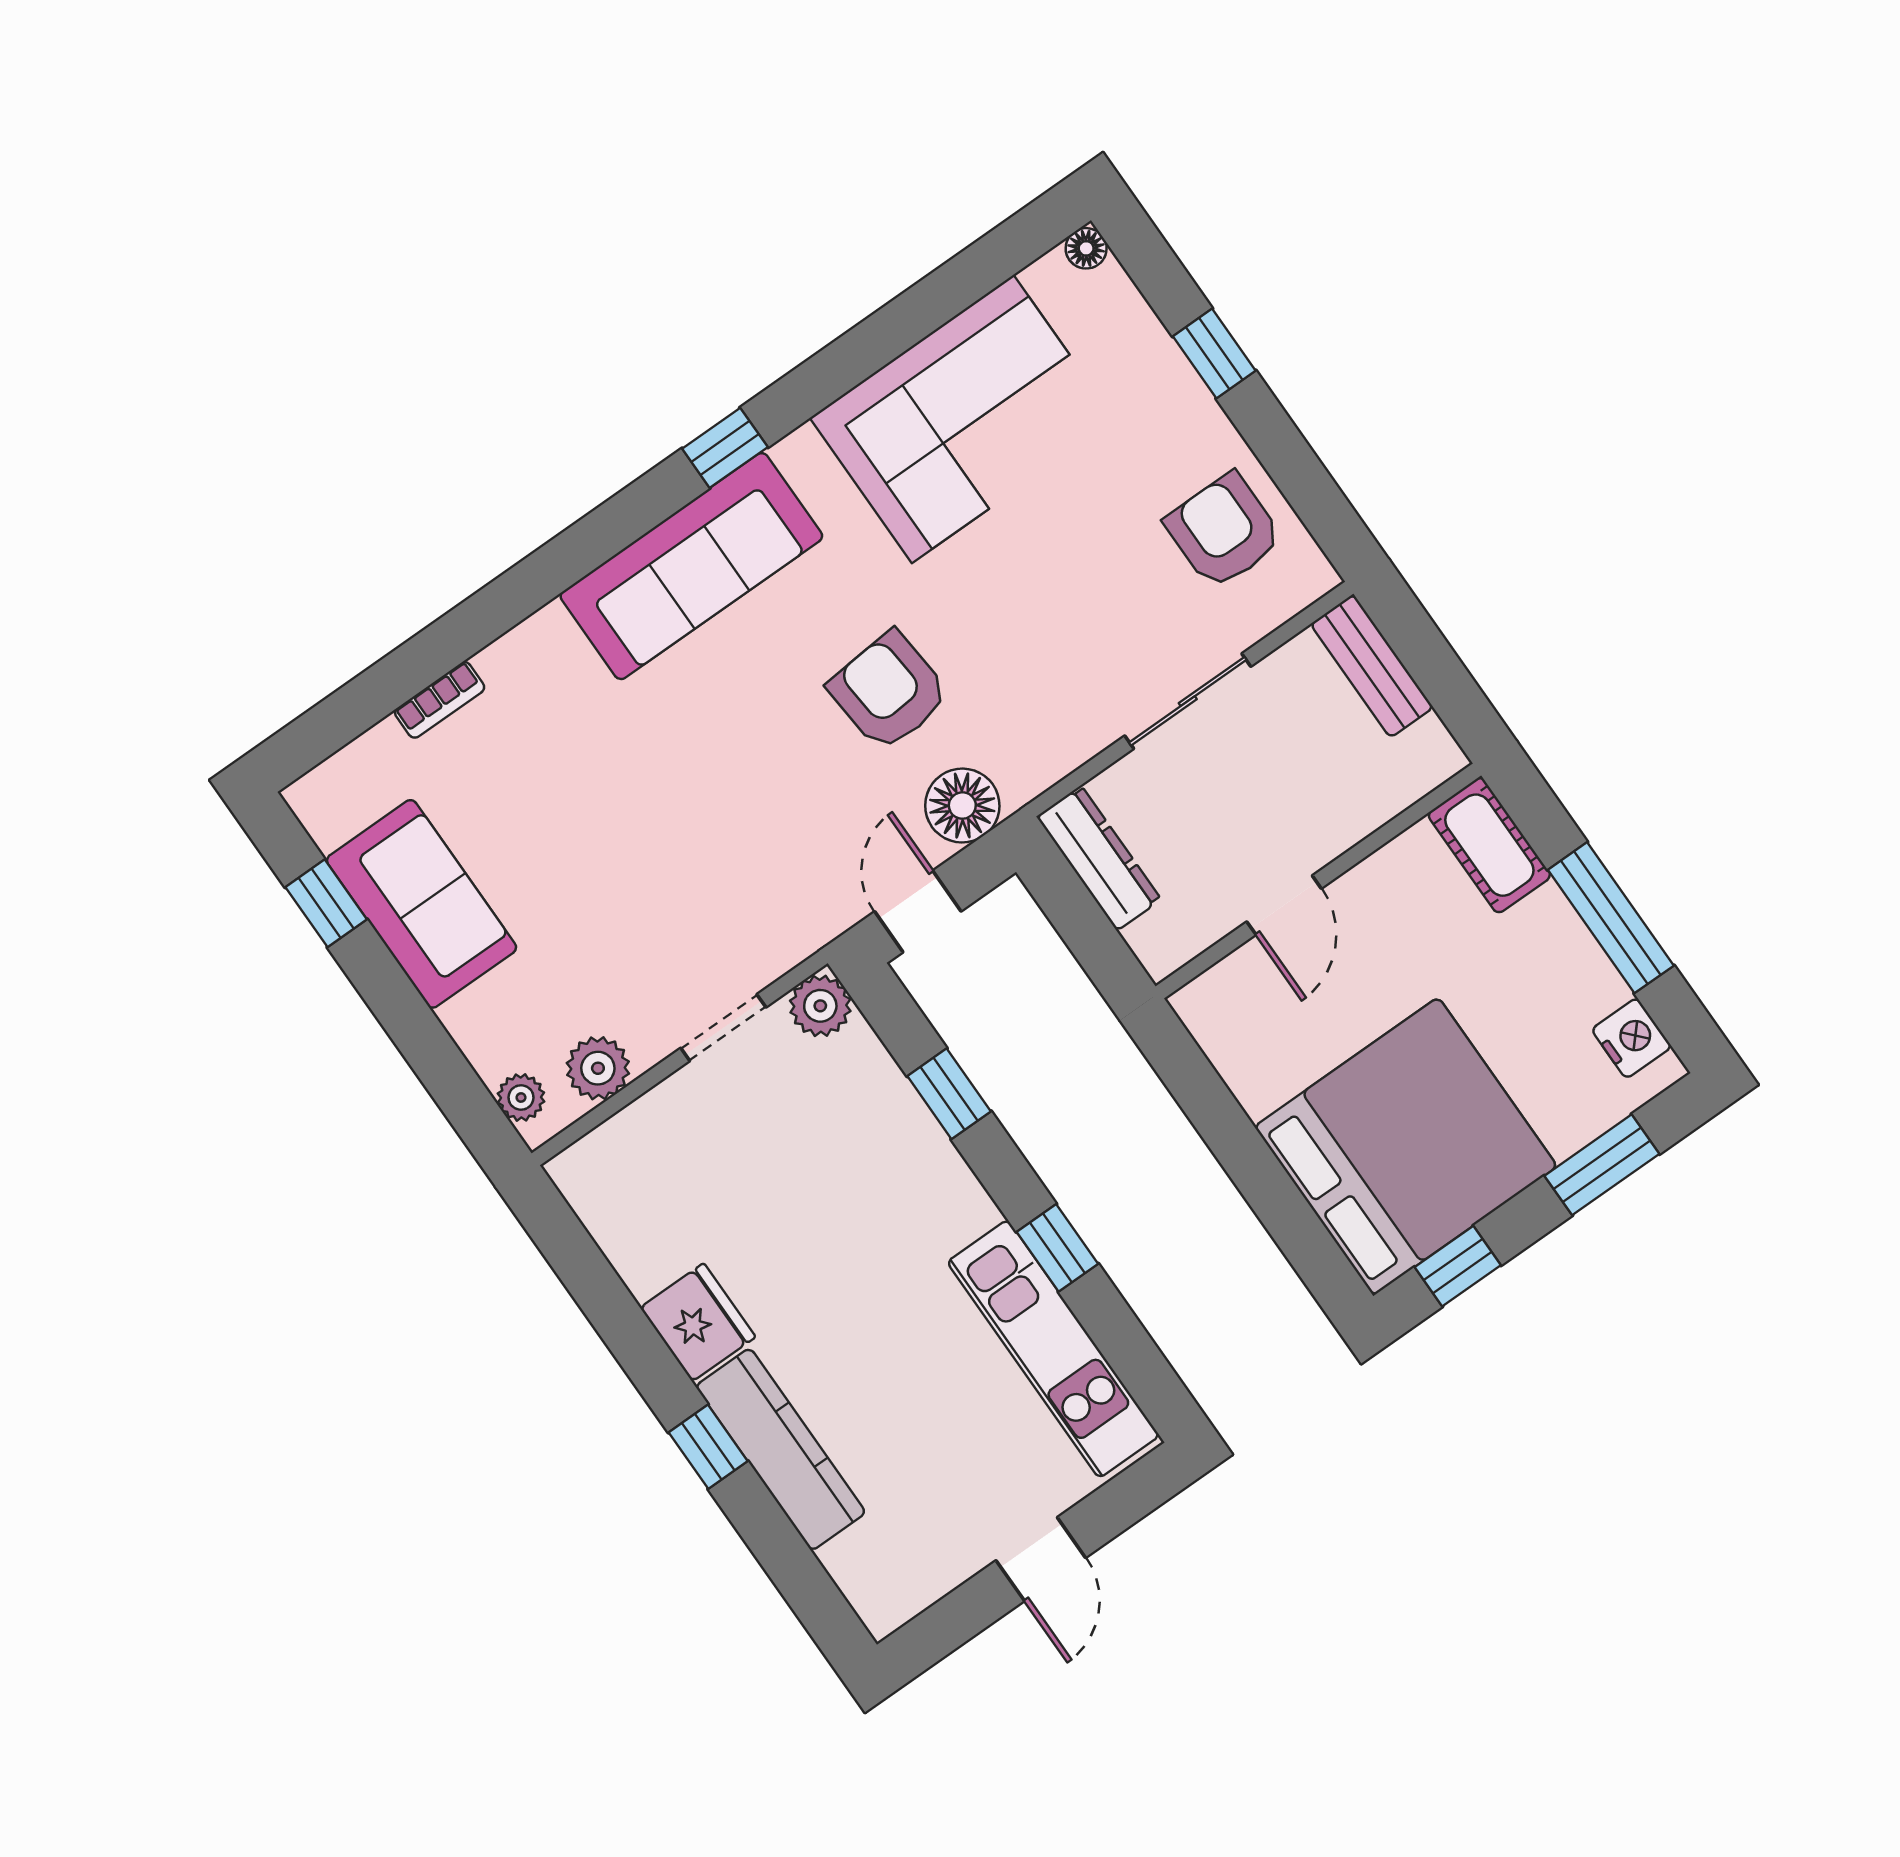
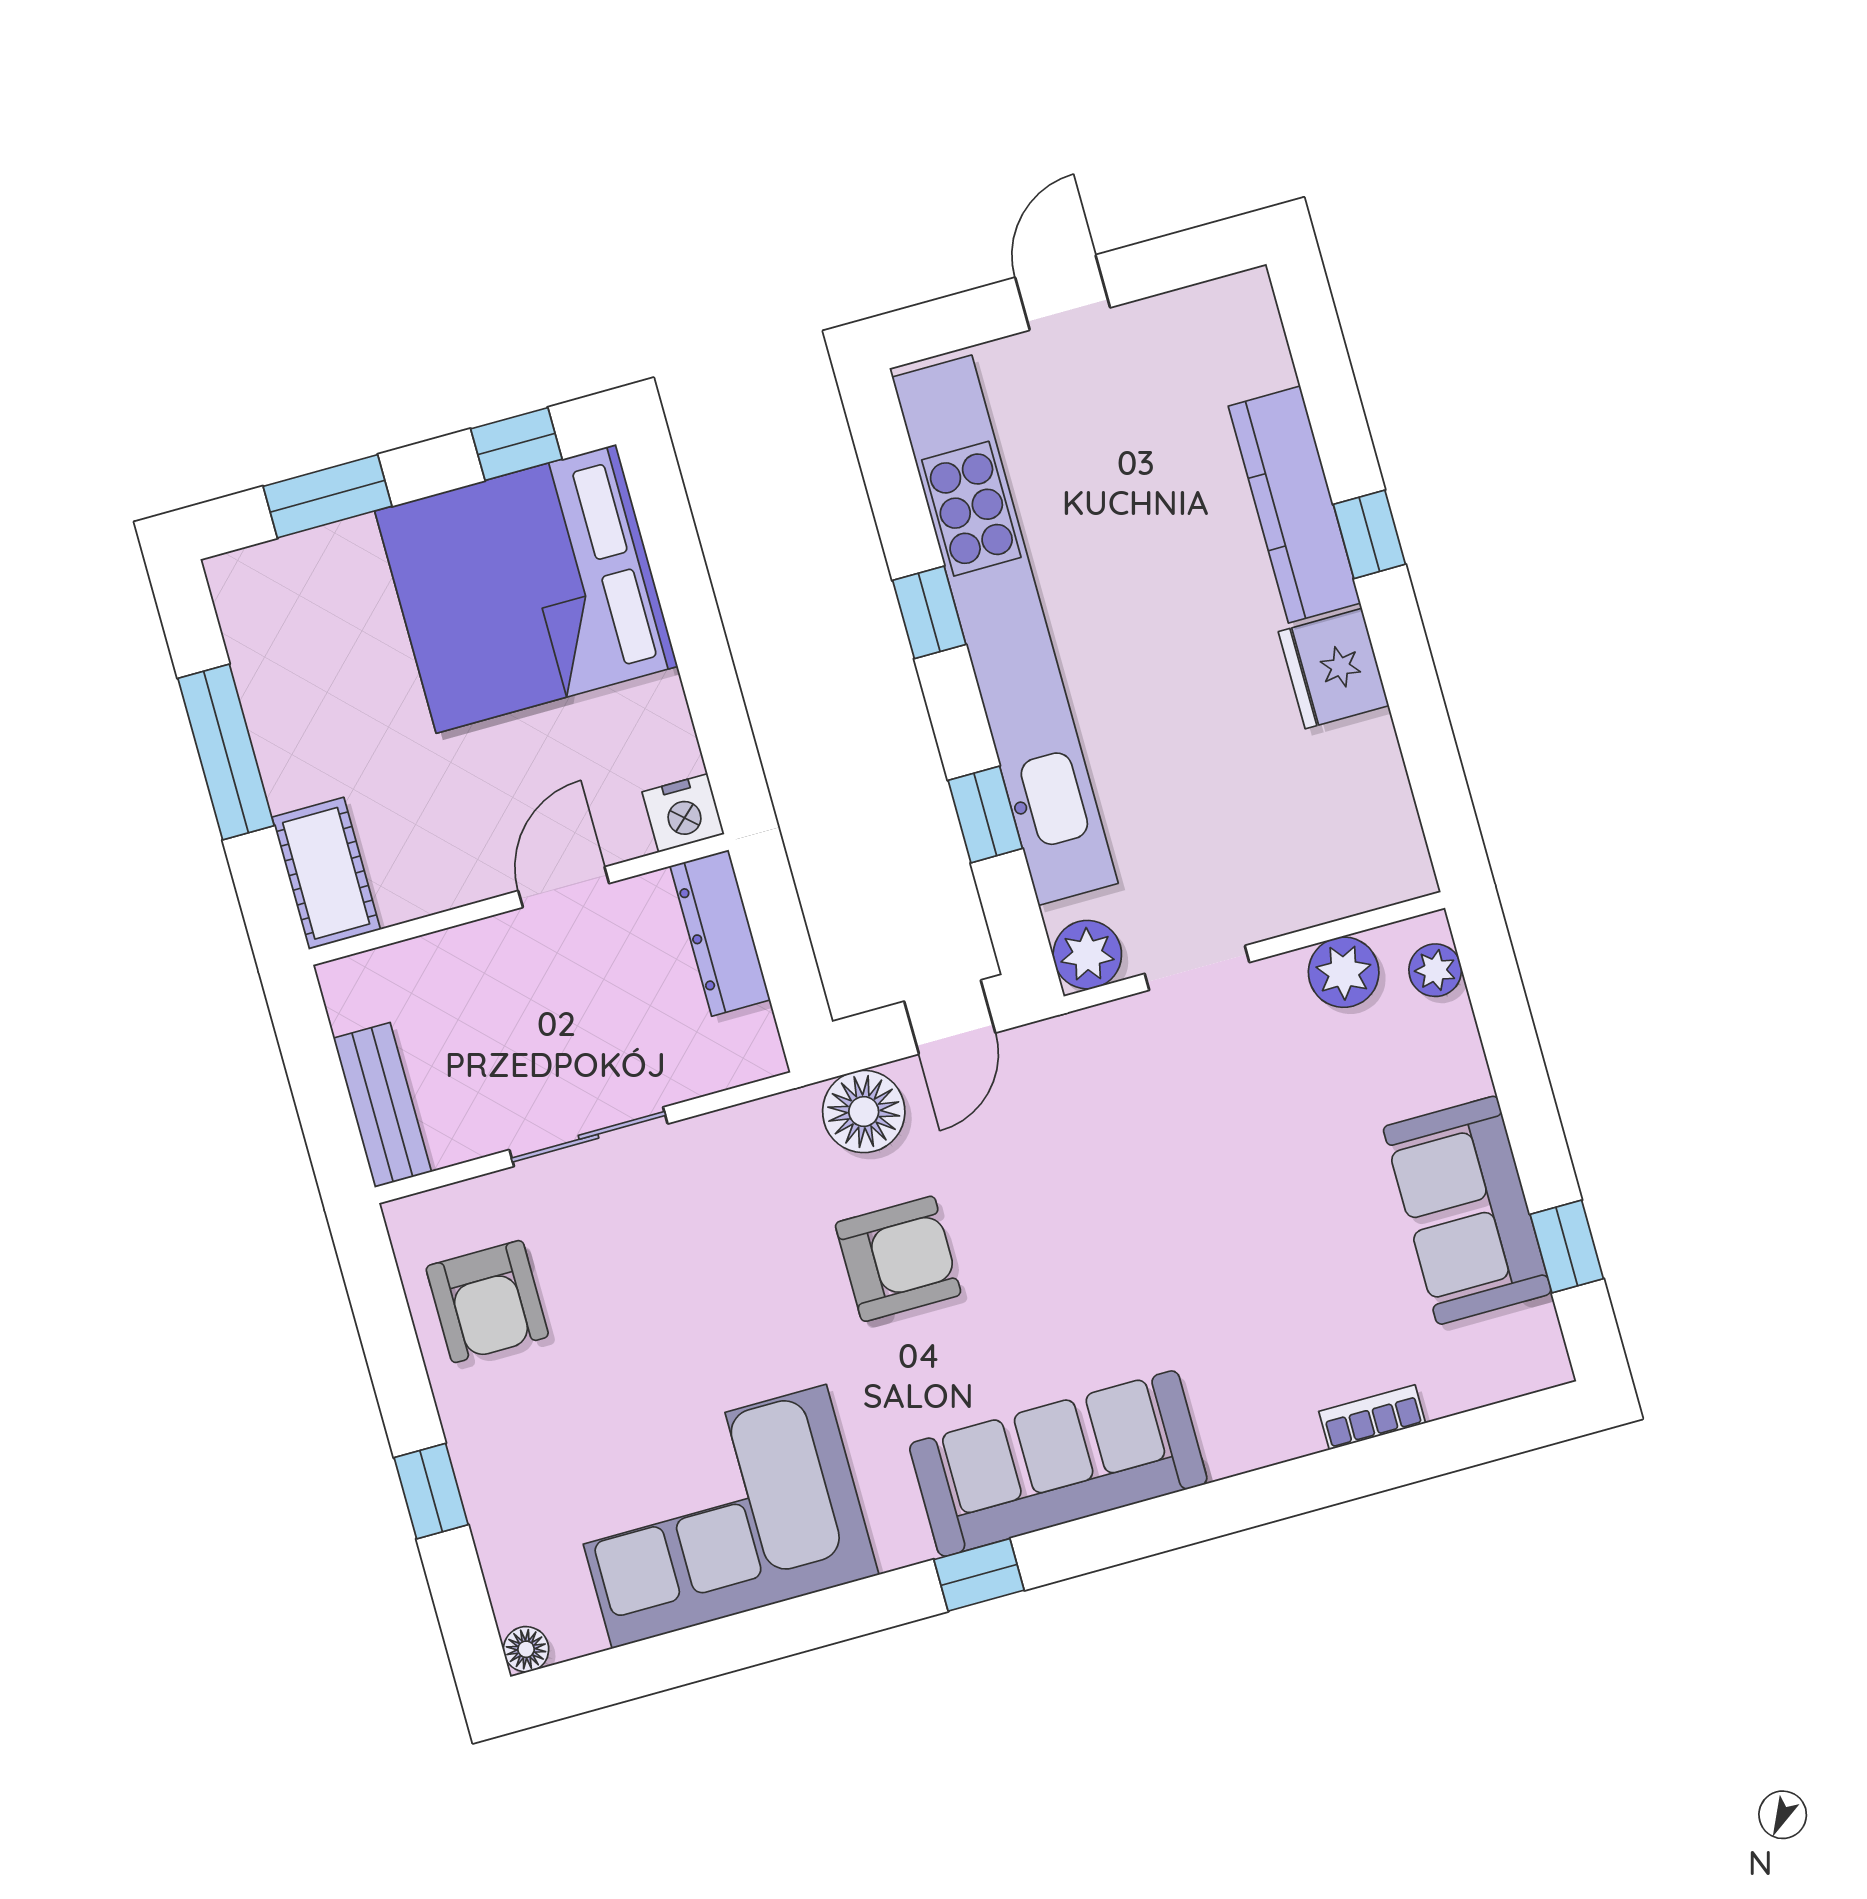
armchair: (889, 691) -> (898, 1259), turned -85
dresser: (1099, 858) -> (720, 933), moved
nightstand: (1632, 1038) -> (683, 813), moved, turned -90
kitchen unit: (1053, 1349) -> (1005, 630), width x1.86

